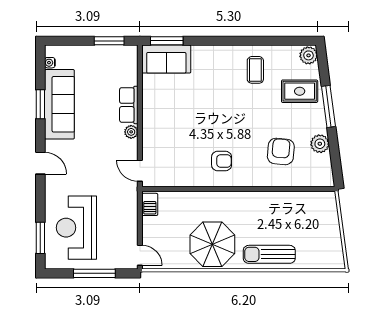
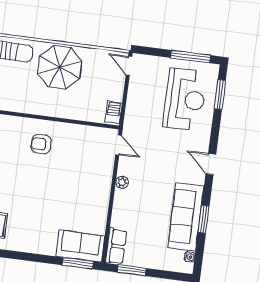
row of seats: (129, 105) -> (116, 246), moved
window: (94, 273) -> (191, 57), moved

